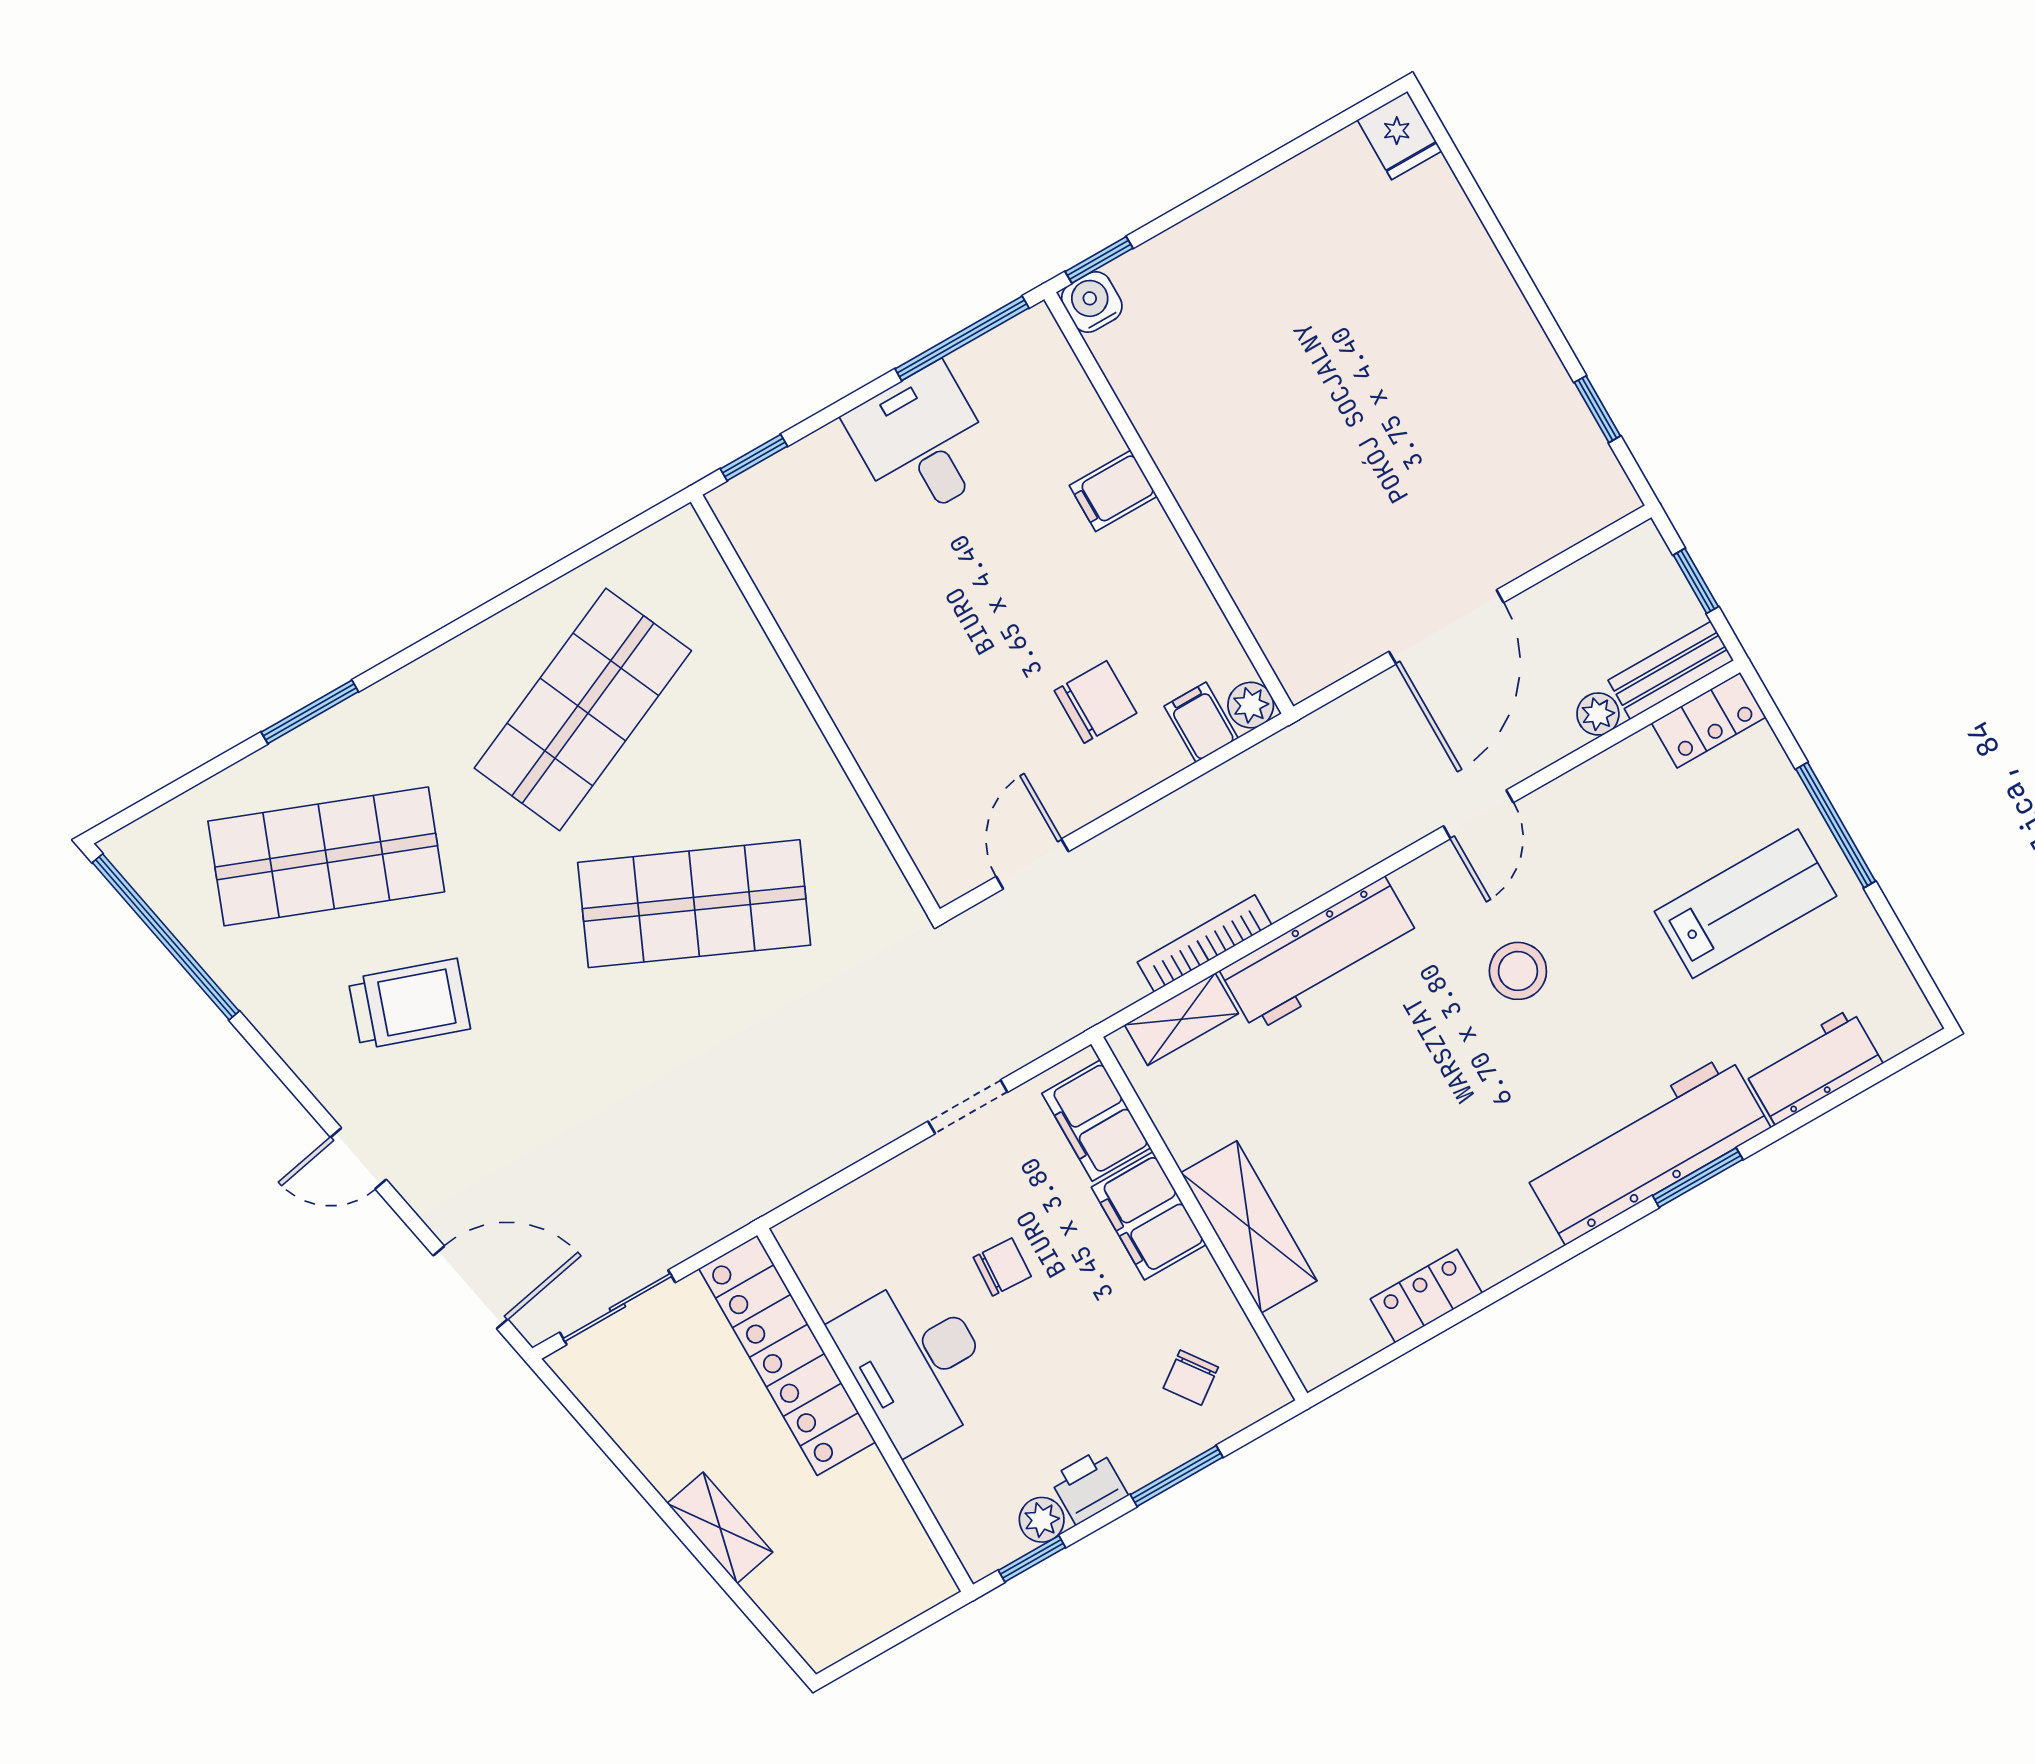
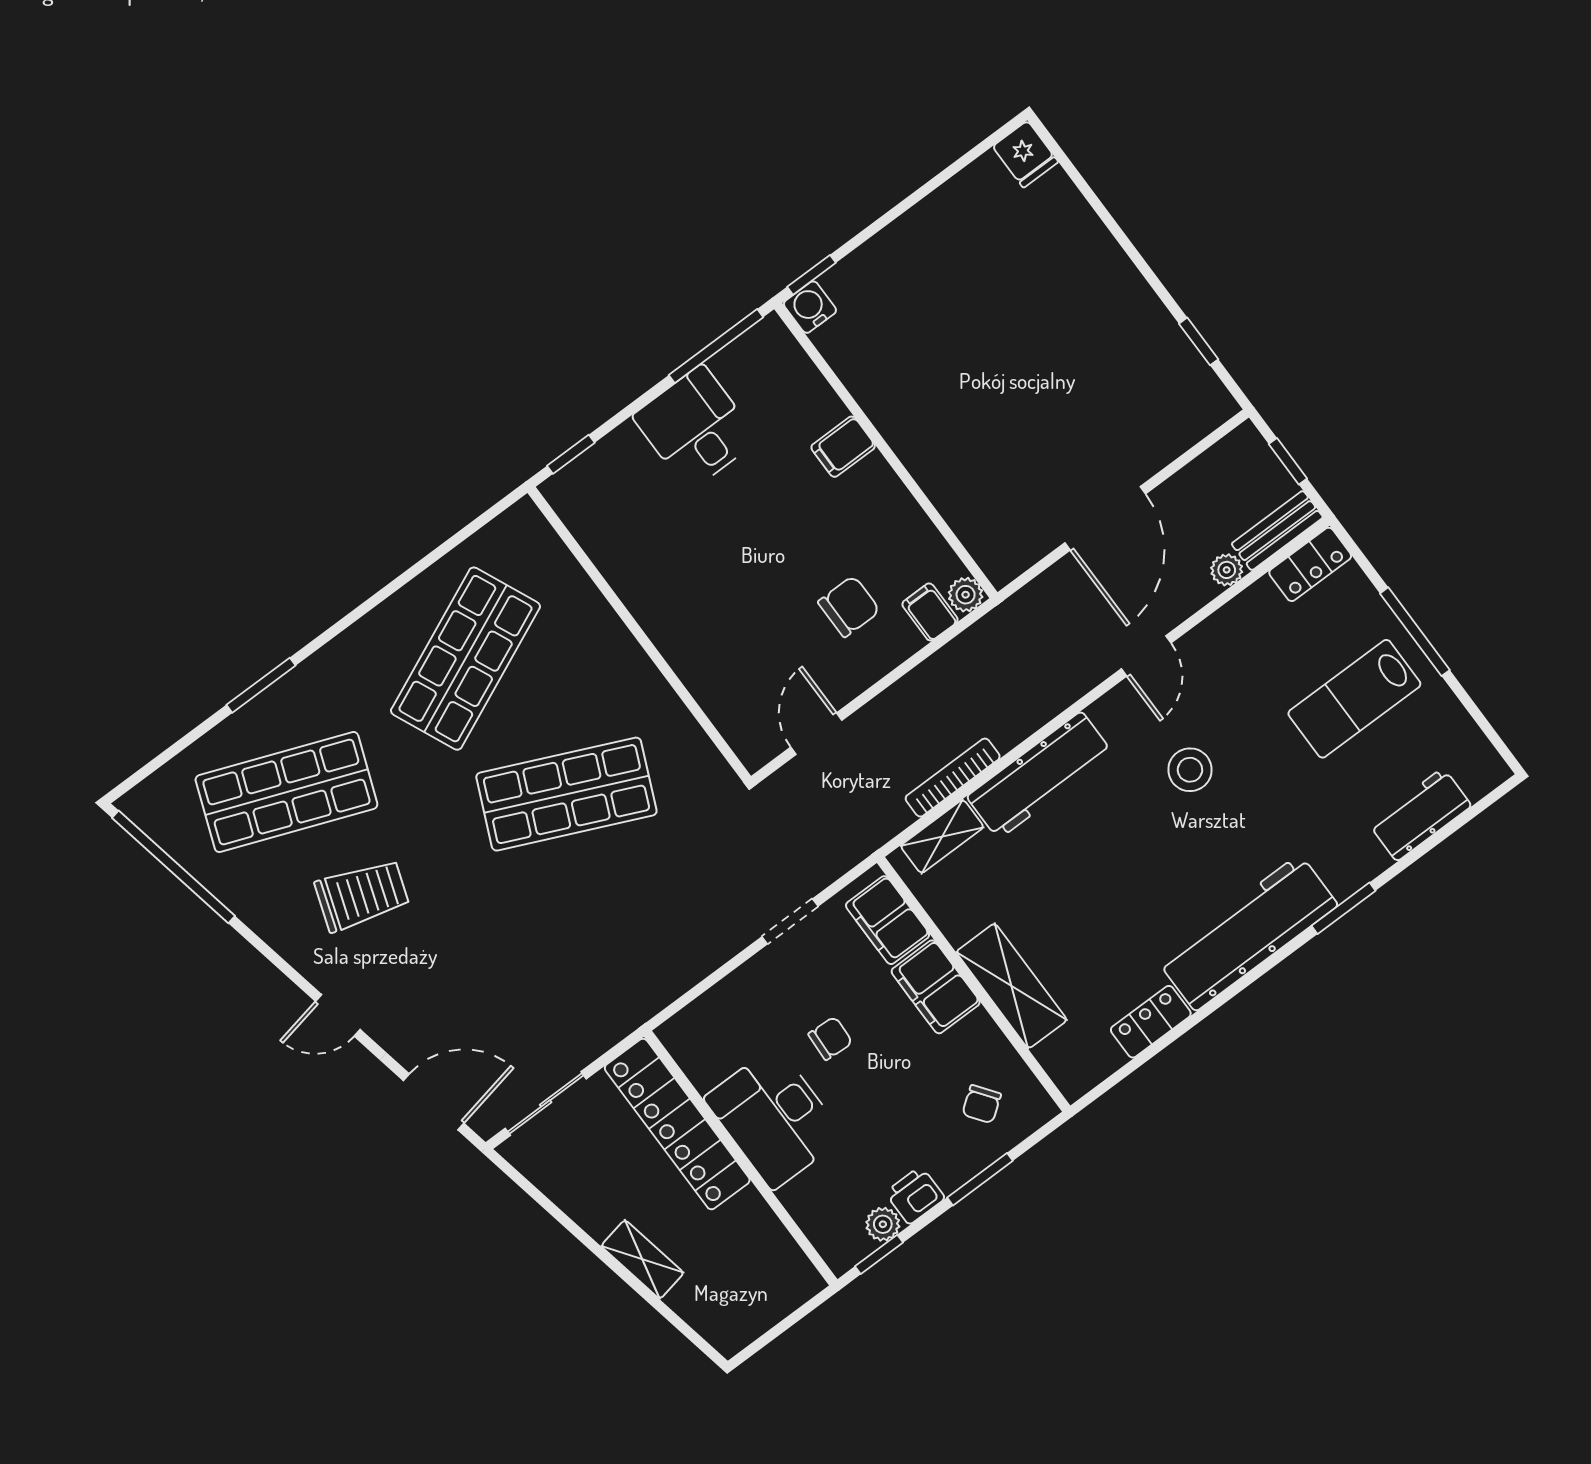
lab bench: (1745, 904) -> (1354, 699), turned 180
workbench: (1647, 1149) -> (1248, 933), moved

